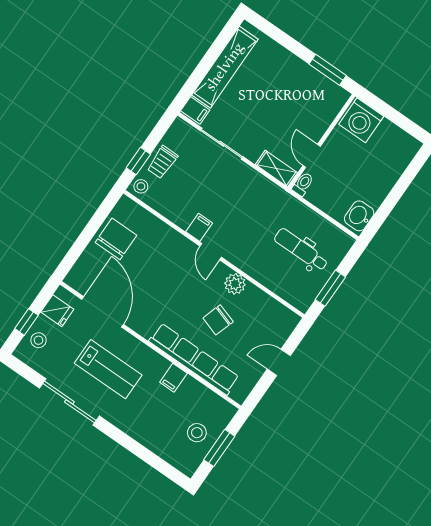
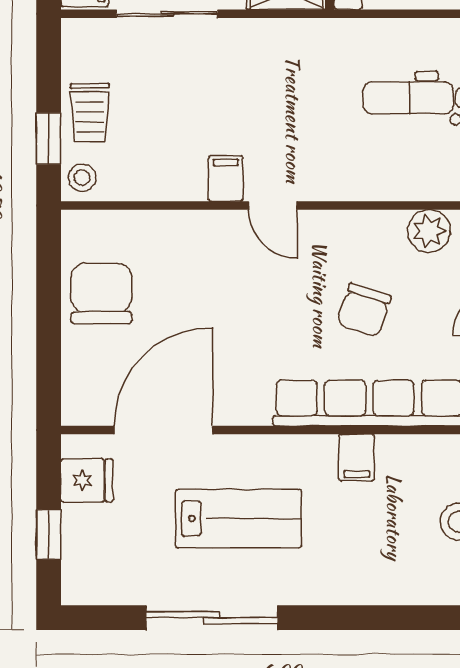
plant: (235, 284) -> (429, 231), moved
door: (103, 312) -> (163, 430), hinge flipped
stool: (39, 340) -> (90, 551), removed

